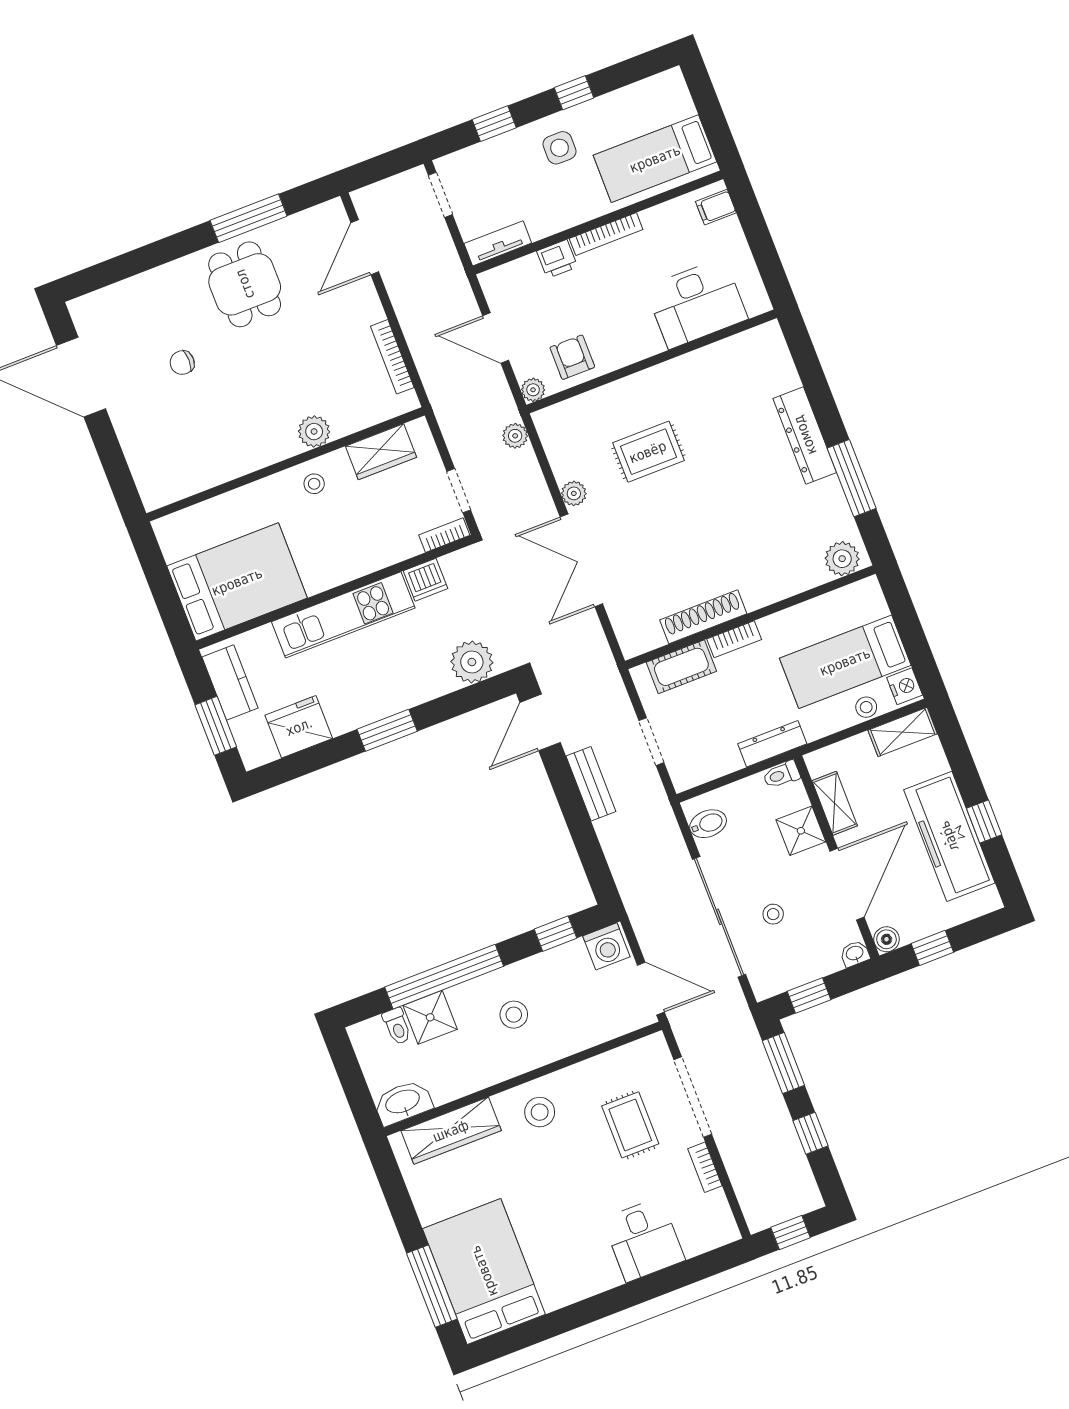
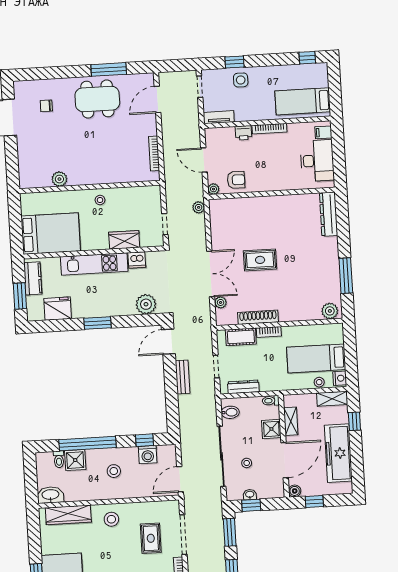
window: (574, 93) -> (307, 58), moved
side table: (559, 148) -> (241, 80), moved
dining table: (245, 284) -> (97, 99), width x1.38
desk: (696, 303) -> (317, 161), moved, turned -90
armchair: (572, 357) -> (236, 180), turned 90
chair: (182, 363) -> (46, 106), moved
plant: (314, 432) -> (59, 179), moved
dresser: (805, 435) -> (329, 214), moved
wardrobe: (381, 452) -> (124, 240), moved, turned 180
rug: (648, 452) -> (260, 260), moved
plant: (574, 493) -> (221, 302), moved
bookcase: (444, 535) -> (152, 242), removed
double door: (581, 560) -> (211, 274), swing flipped
dresser: (772, 744) -> (243, 387), moved
window: (984, 821) -> (354, 421), moved
washing machine: (606, 946) -> (148, 455), moved
washbasin: (855, 954) -> (250, 495), moved
door: (651, 989) -> (180, 479), swing flipped

